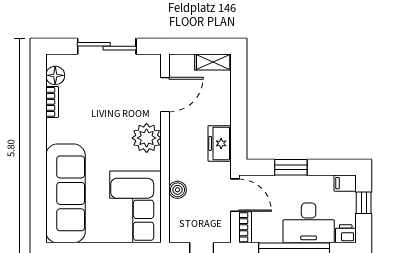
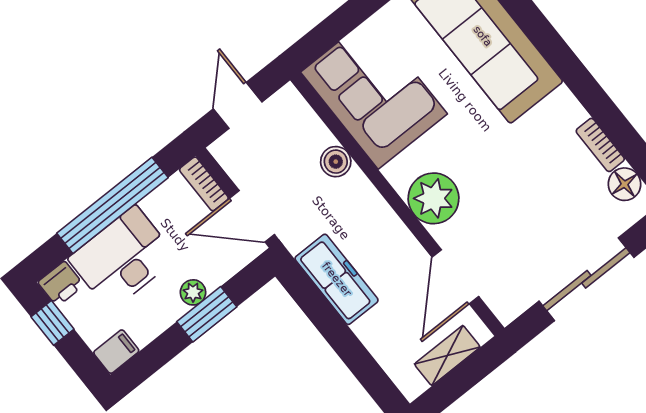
shelving: (213, 62) -> (447, 356), moved
freezer: (220, 143) -> (337, 279), width x1.40
plant: (289, 182) -> (193, 292), added
window: (364, 203) -> (52, 323), moved

